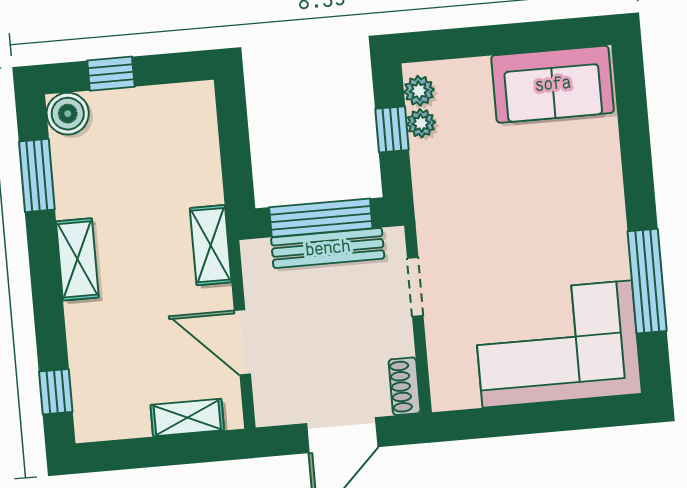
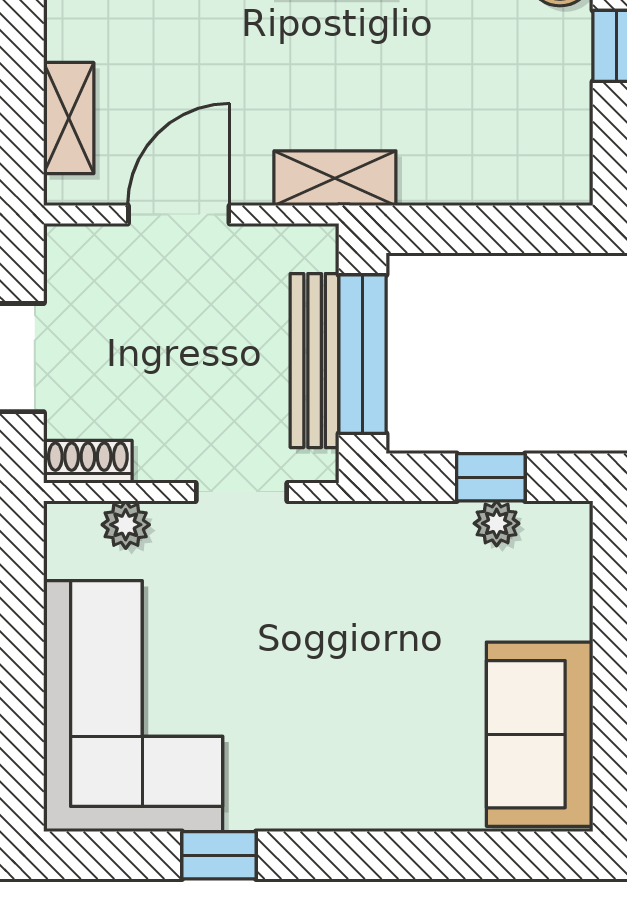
plant: (419, 91) -> (126, 525), moved
window: (647, 281) -> (219, 855), width x0.46

